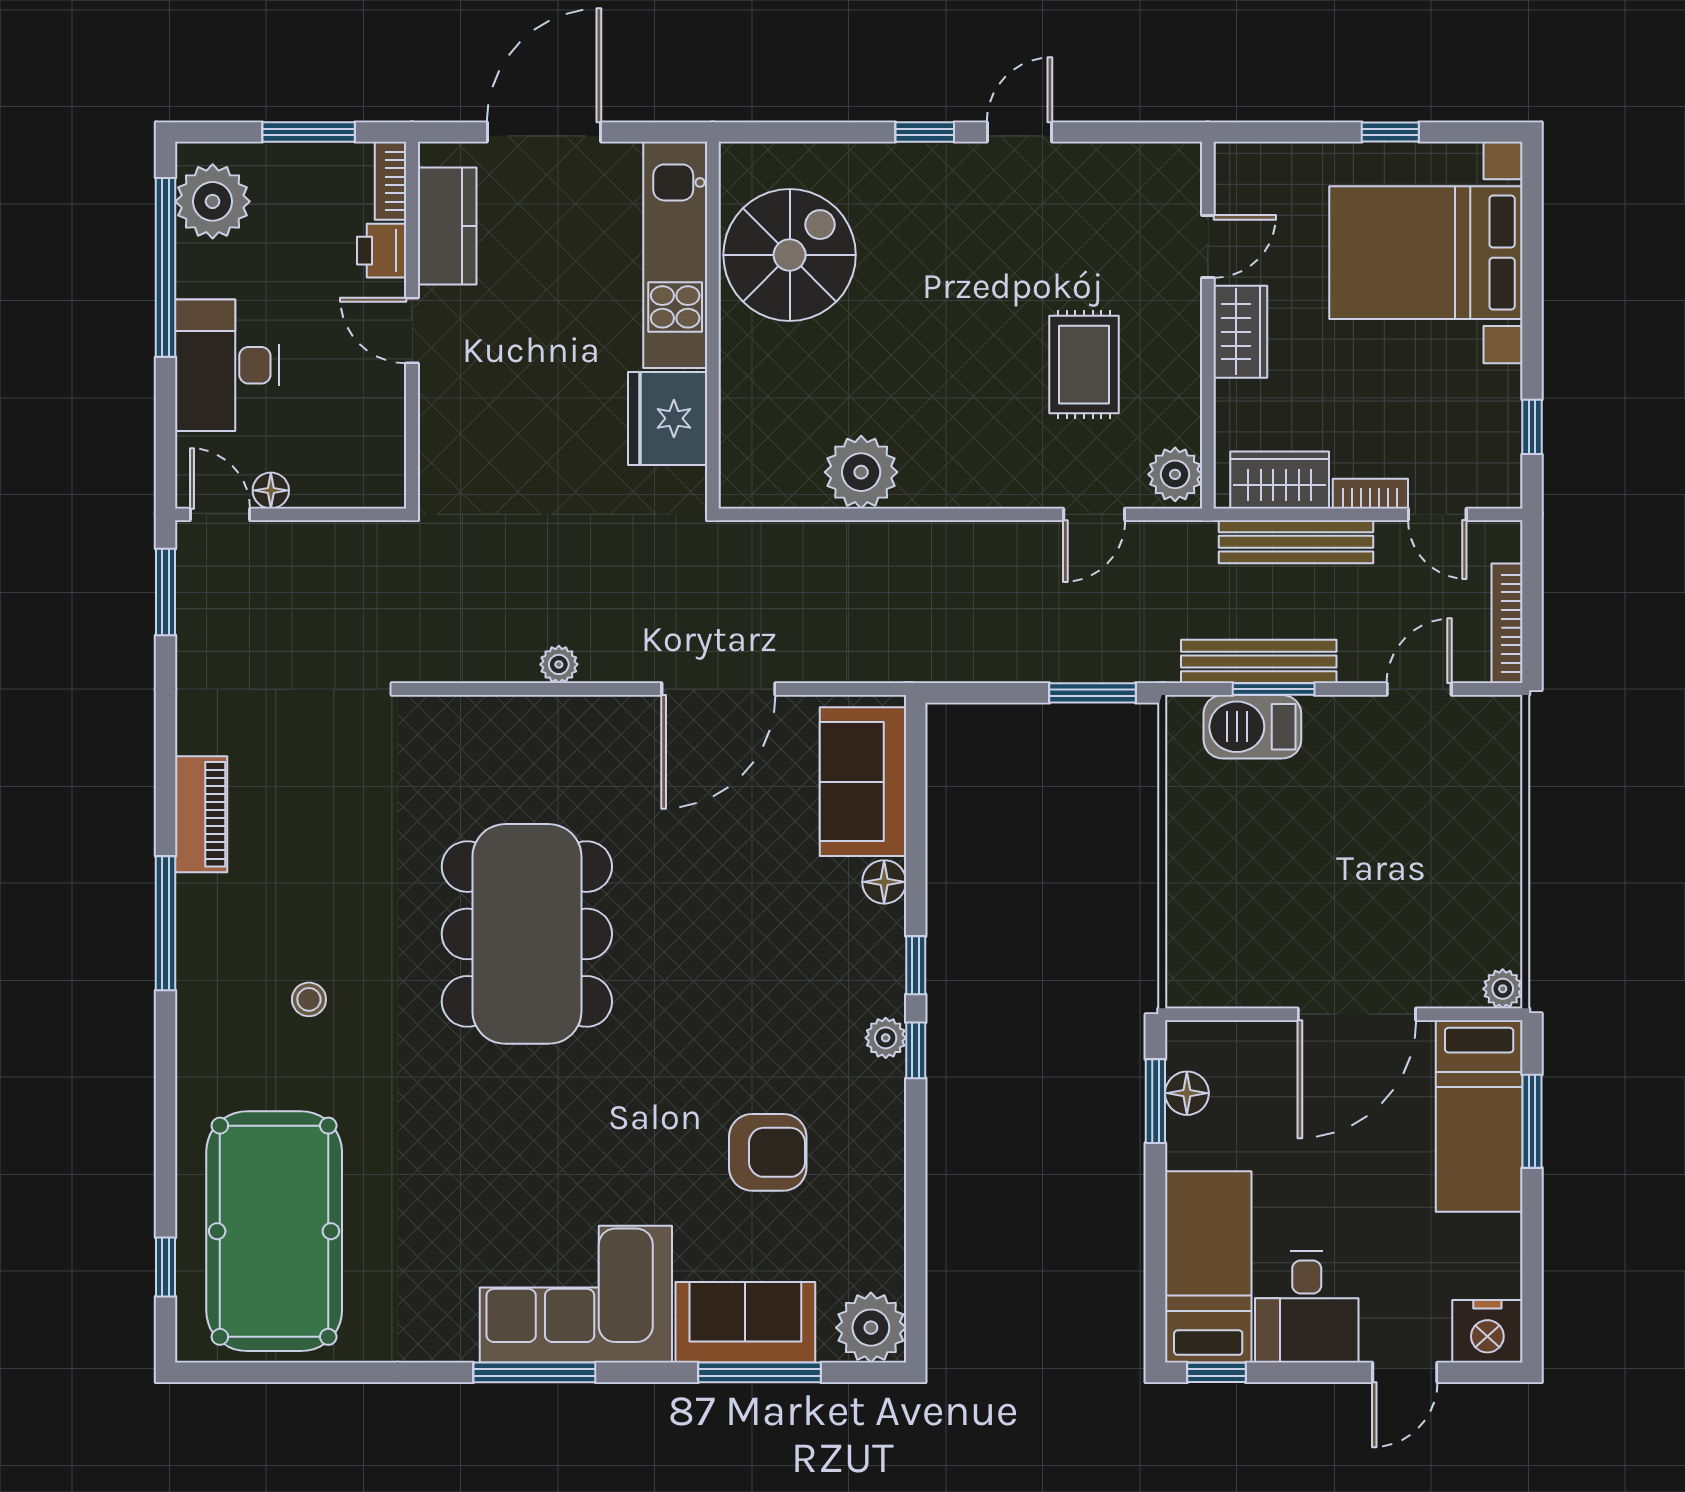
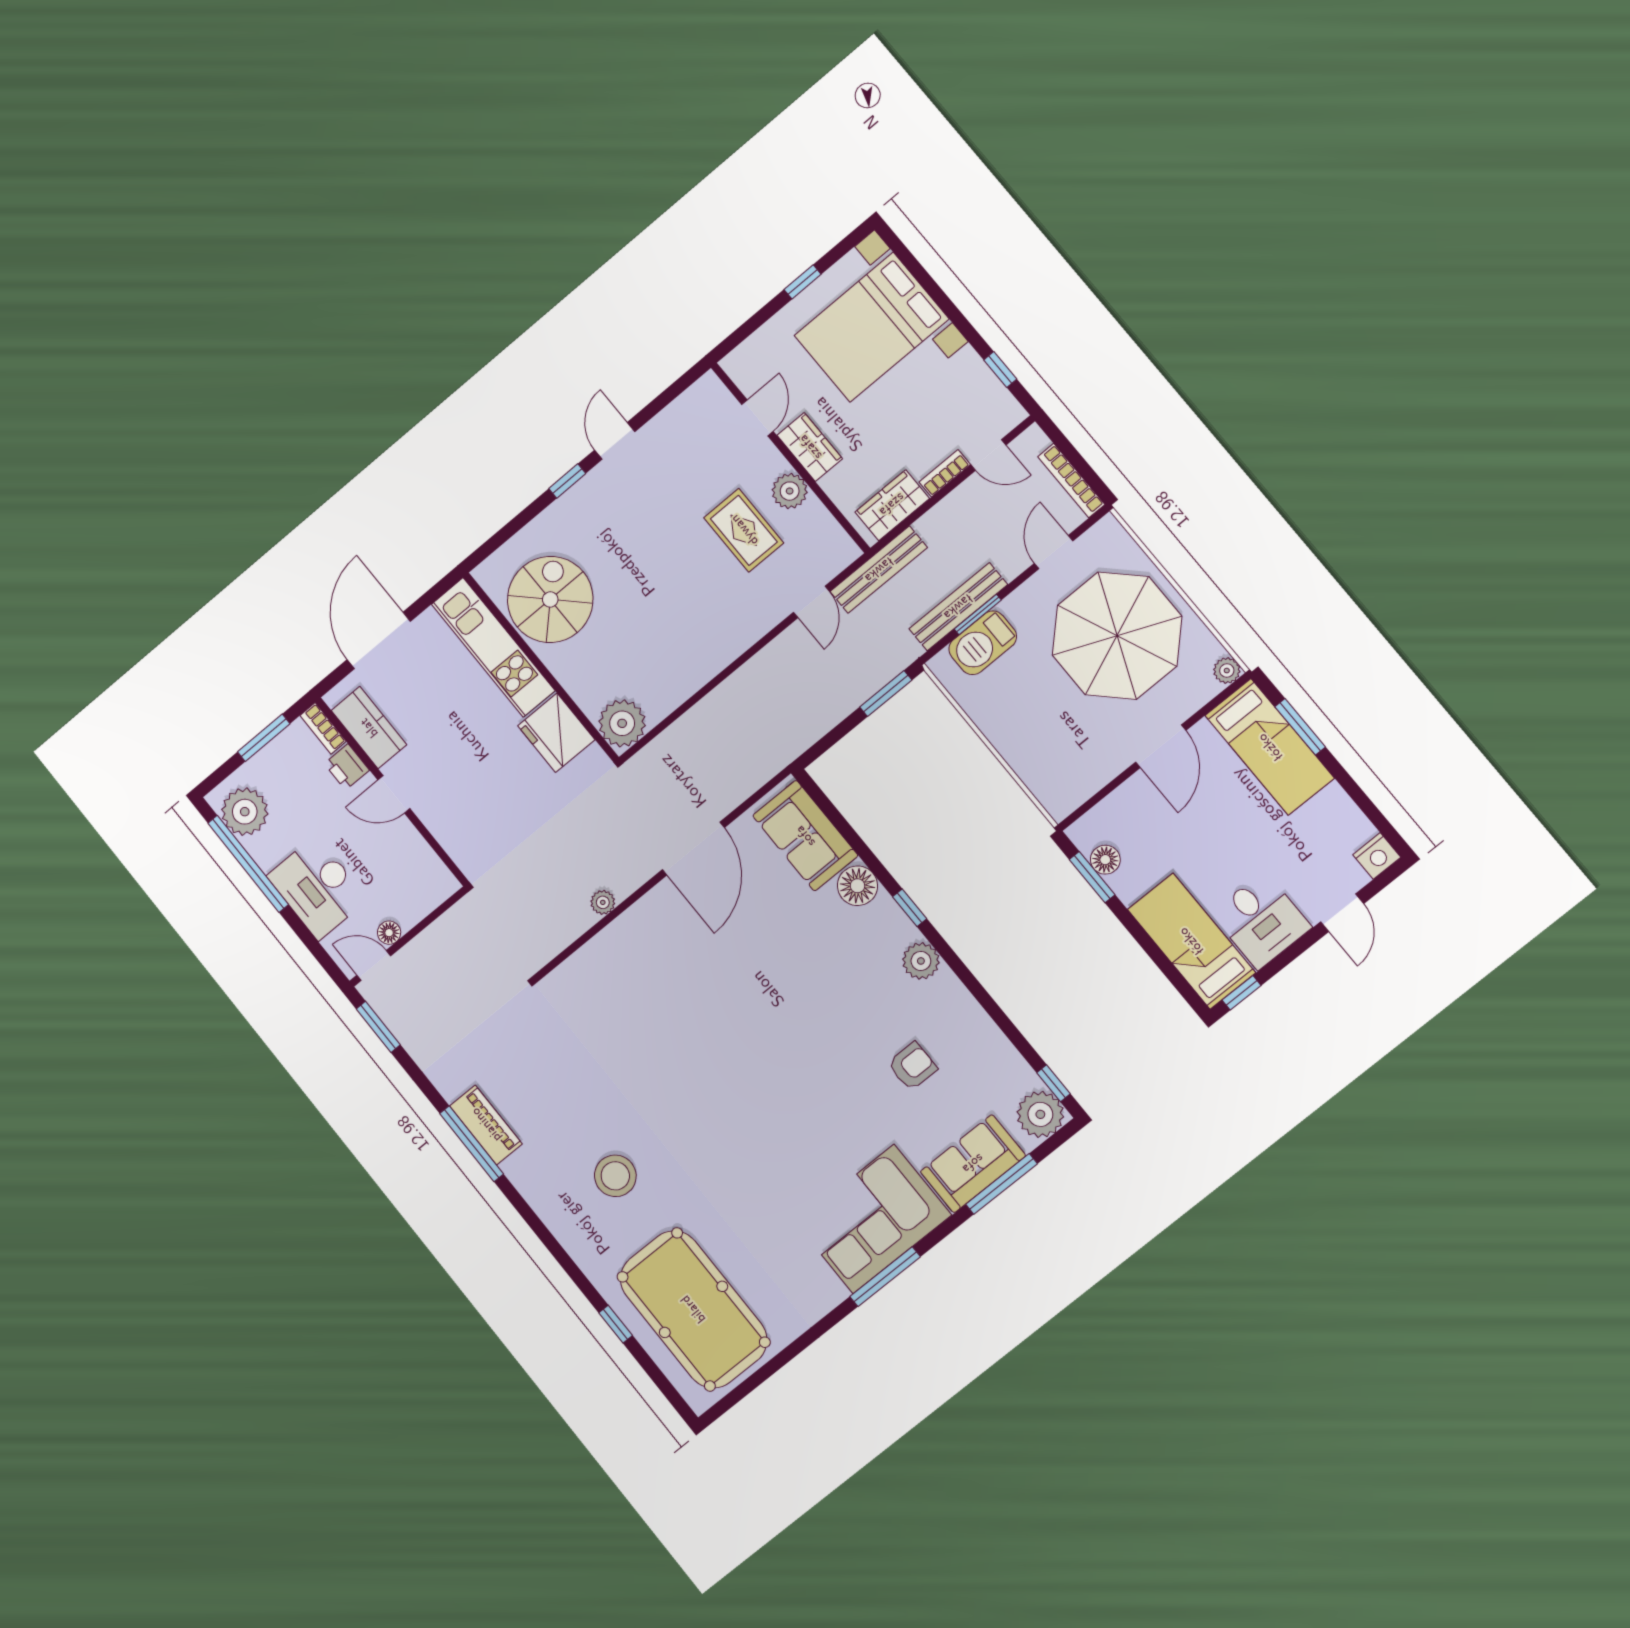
plant: (861, 472) -> (622, 723), moved
plant: (1175, 474) -> (790, 491), moved
bench: (1296, 542) -> (879, 570), moved
parasol: (1412, 846) -> (1117, 636), added
floor lamp: (884, 882) -> (857, 886), width x1.38, depth x1.38
window: (165, 923) -> (472, 1144), moved
dining table: (527, 934) -> (698, 1053), removed
stool: (309, 999) -> (615, 1176), width x1.89, depth x1.89
door: (1357, 1014) -> (1161, 746), width x0.73
plant: (886, 1038) -> (921, 961), width x1.38, depth x1.38
window: (916, 1050) -> (1054, 1083), moved
armchair: (768, 1152) -> (912, 1066), width x0.72, depth x0.72
window: (165, 1267) -> (616, 1324), moved
nightstand: (1487, 1331) -> (1377, 856), width x0.74, depth x0.75

